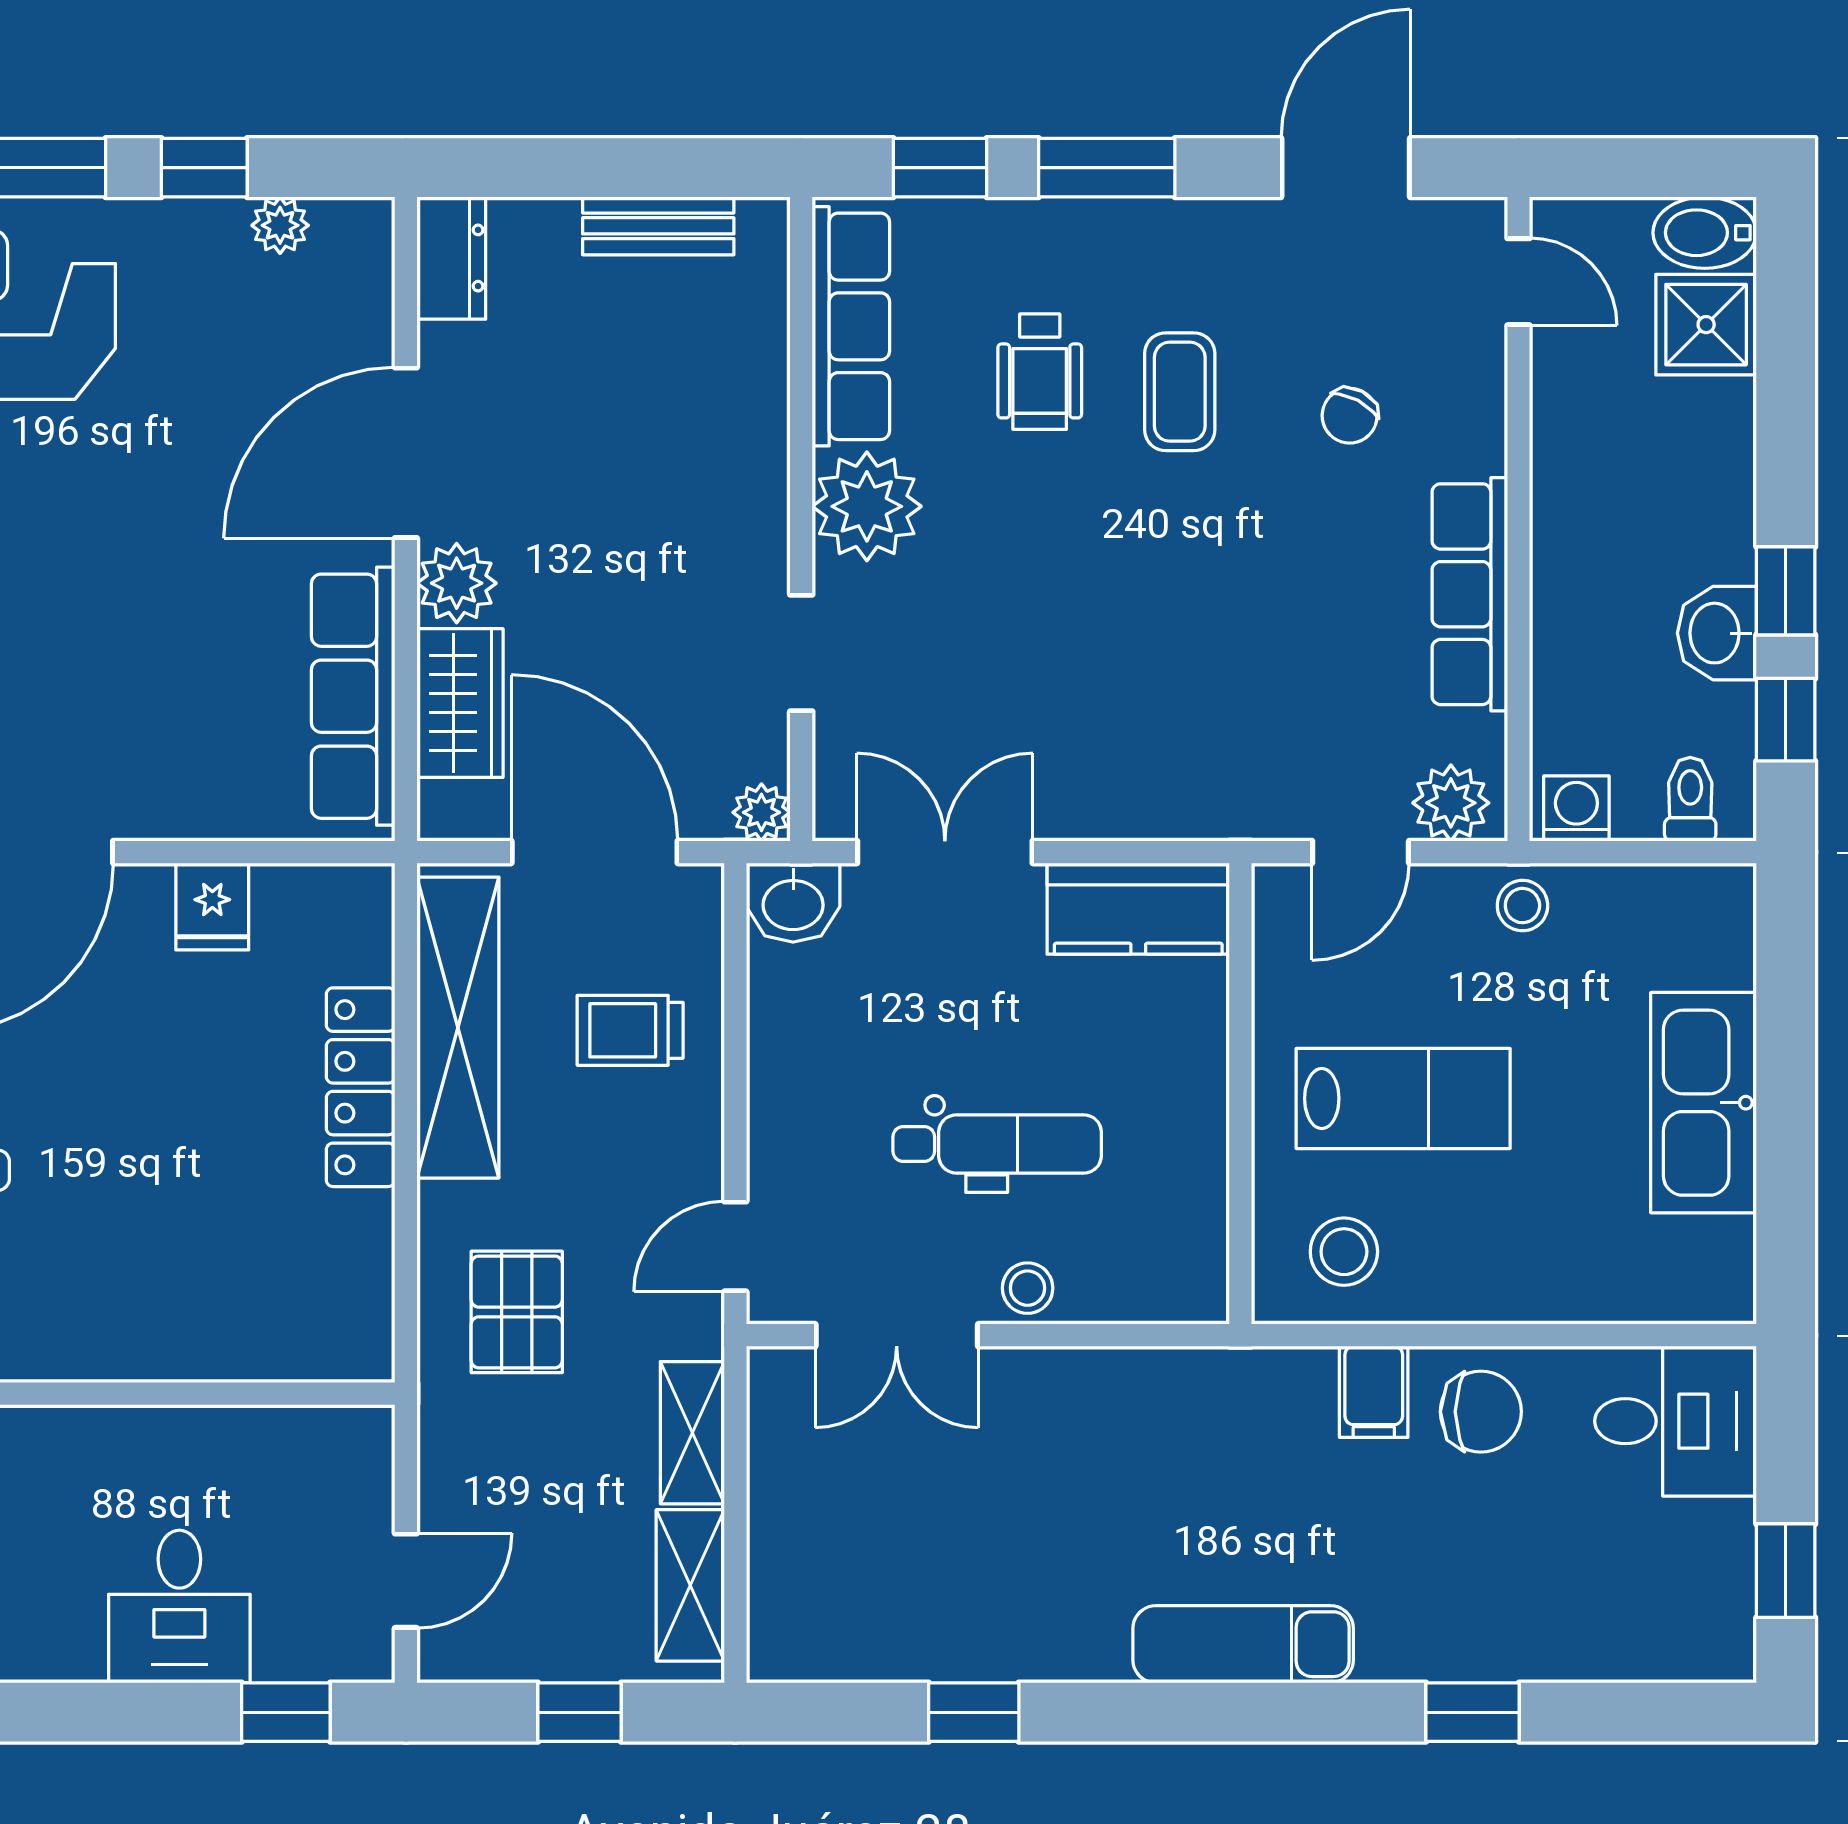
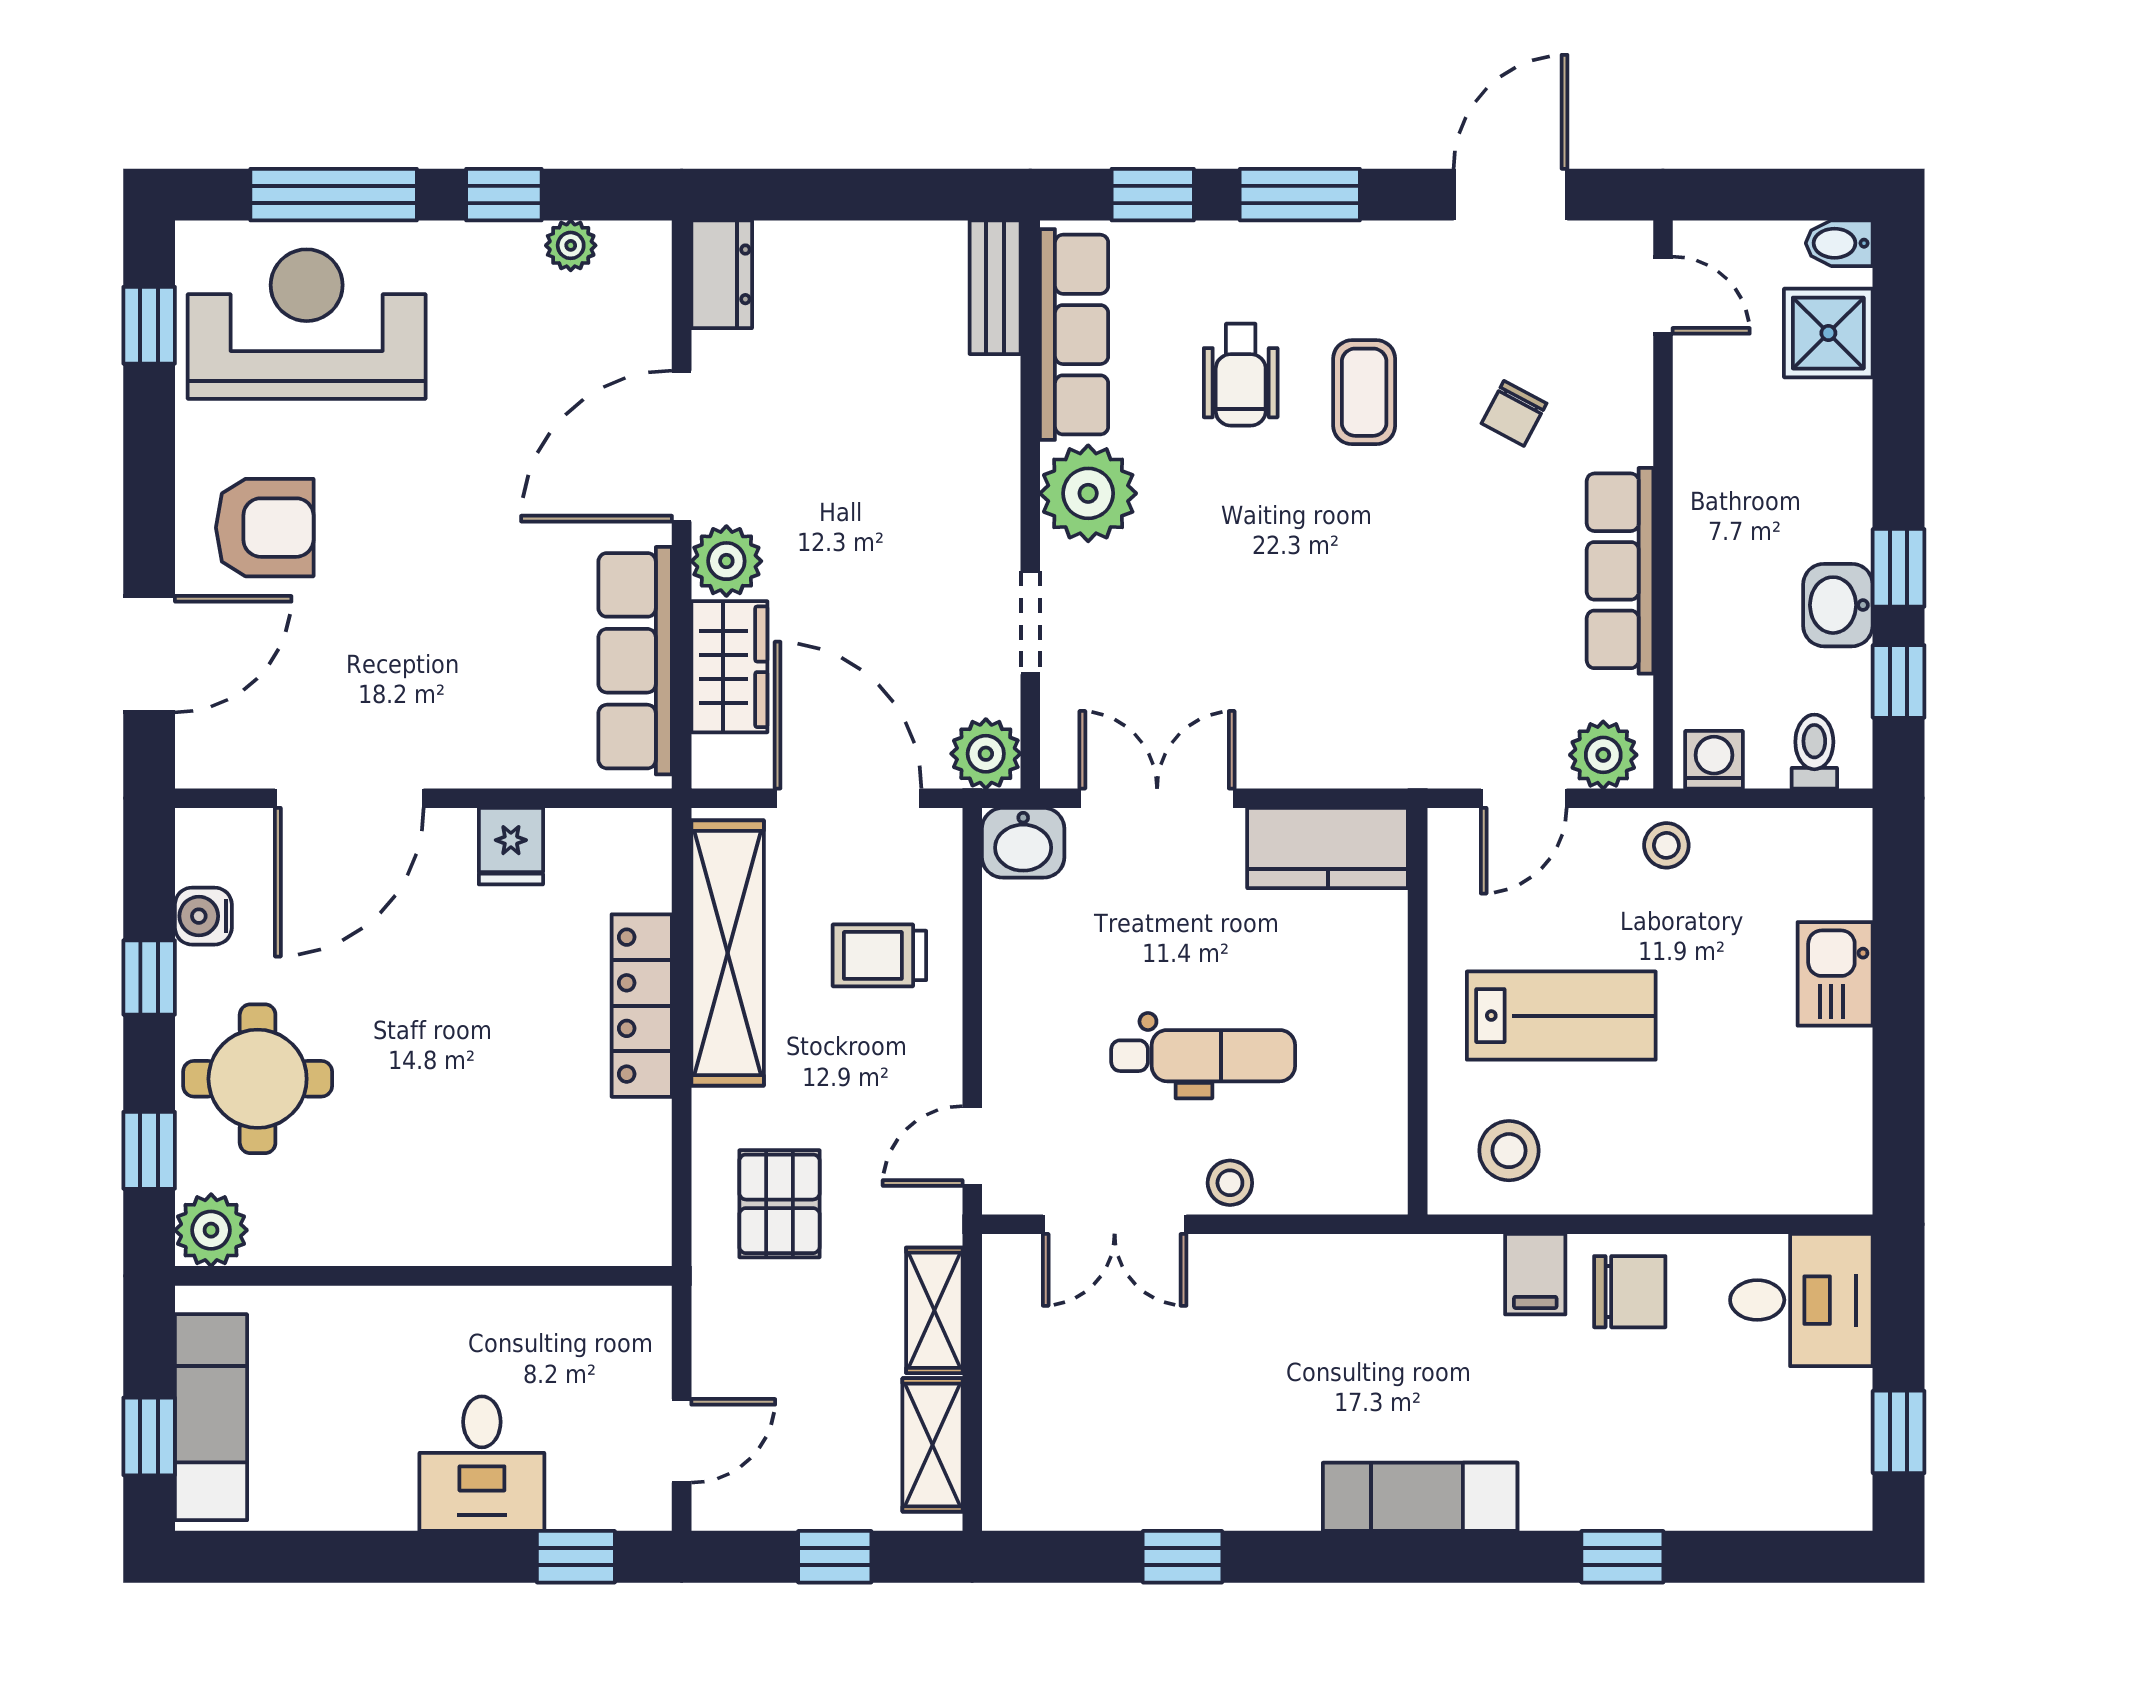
bench: (658, 226) -> (995, 287), moved, turned 90
bidet: (1705, 233) -> (1839, 243), width x0.72, depth x0.74
plant: (761, 812) -> (986, 754), width x1.38, depth x1.38
kitchen sink: (1704, 1103) -> (1835, 974), width x0.53, depth x0.81

